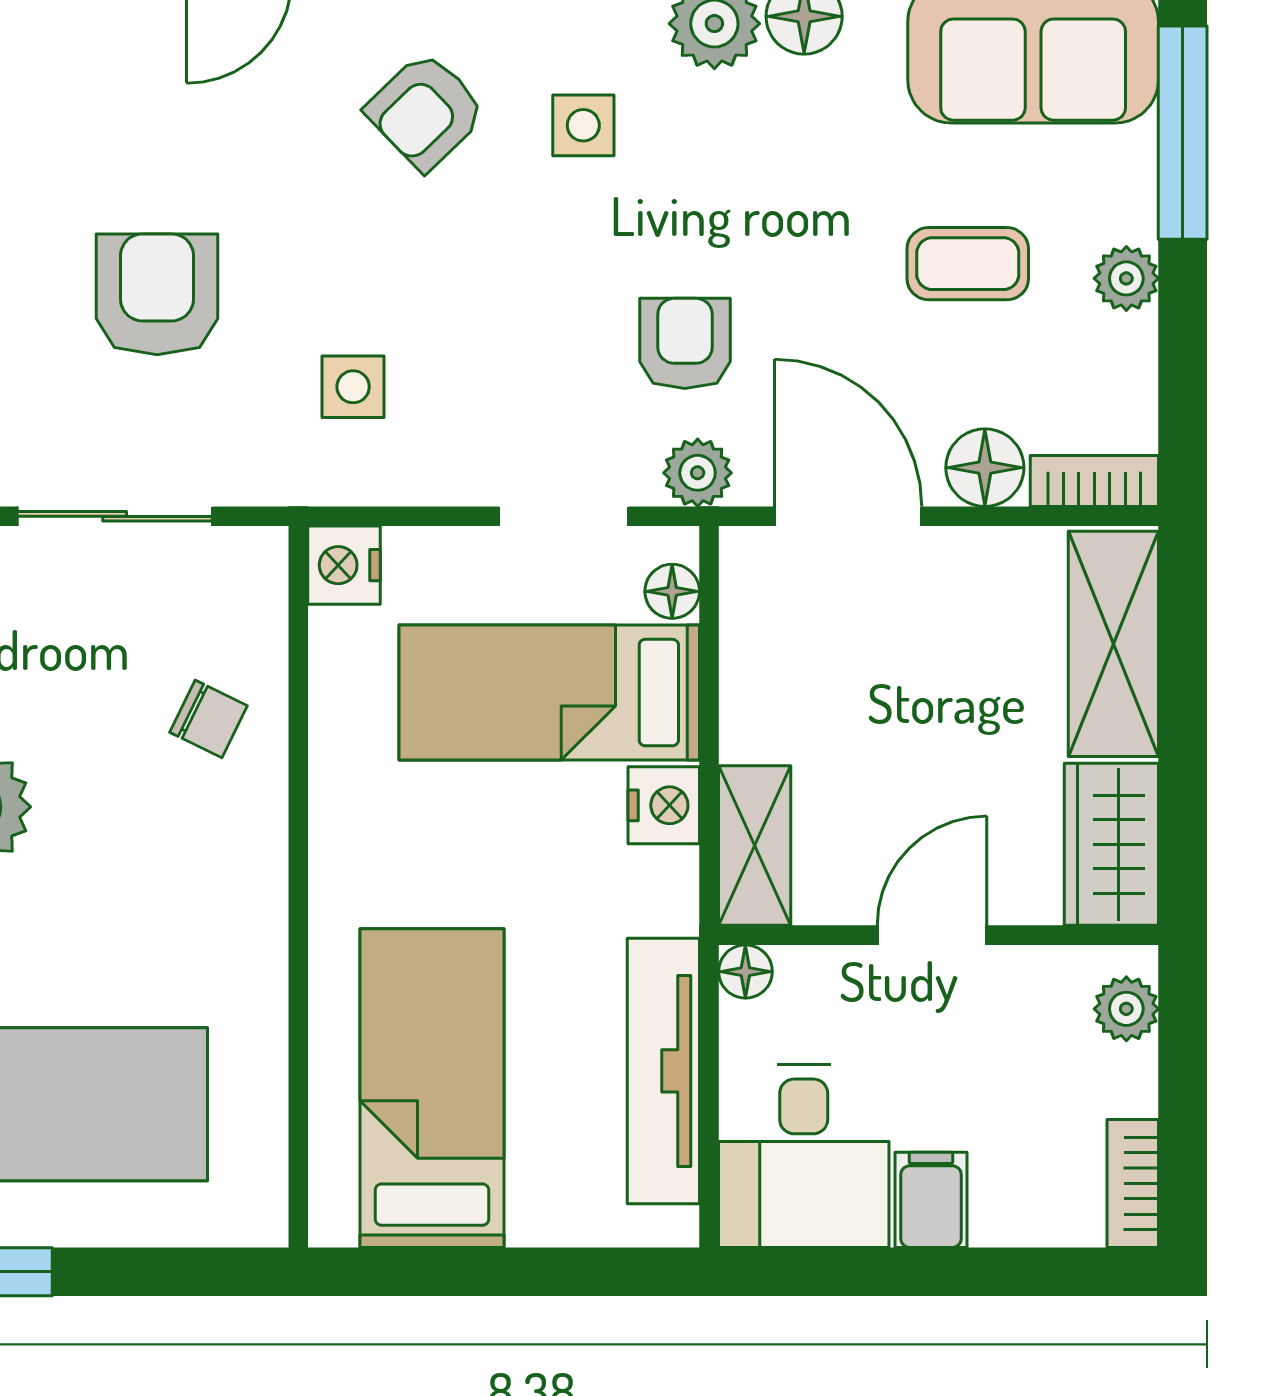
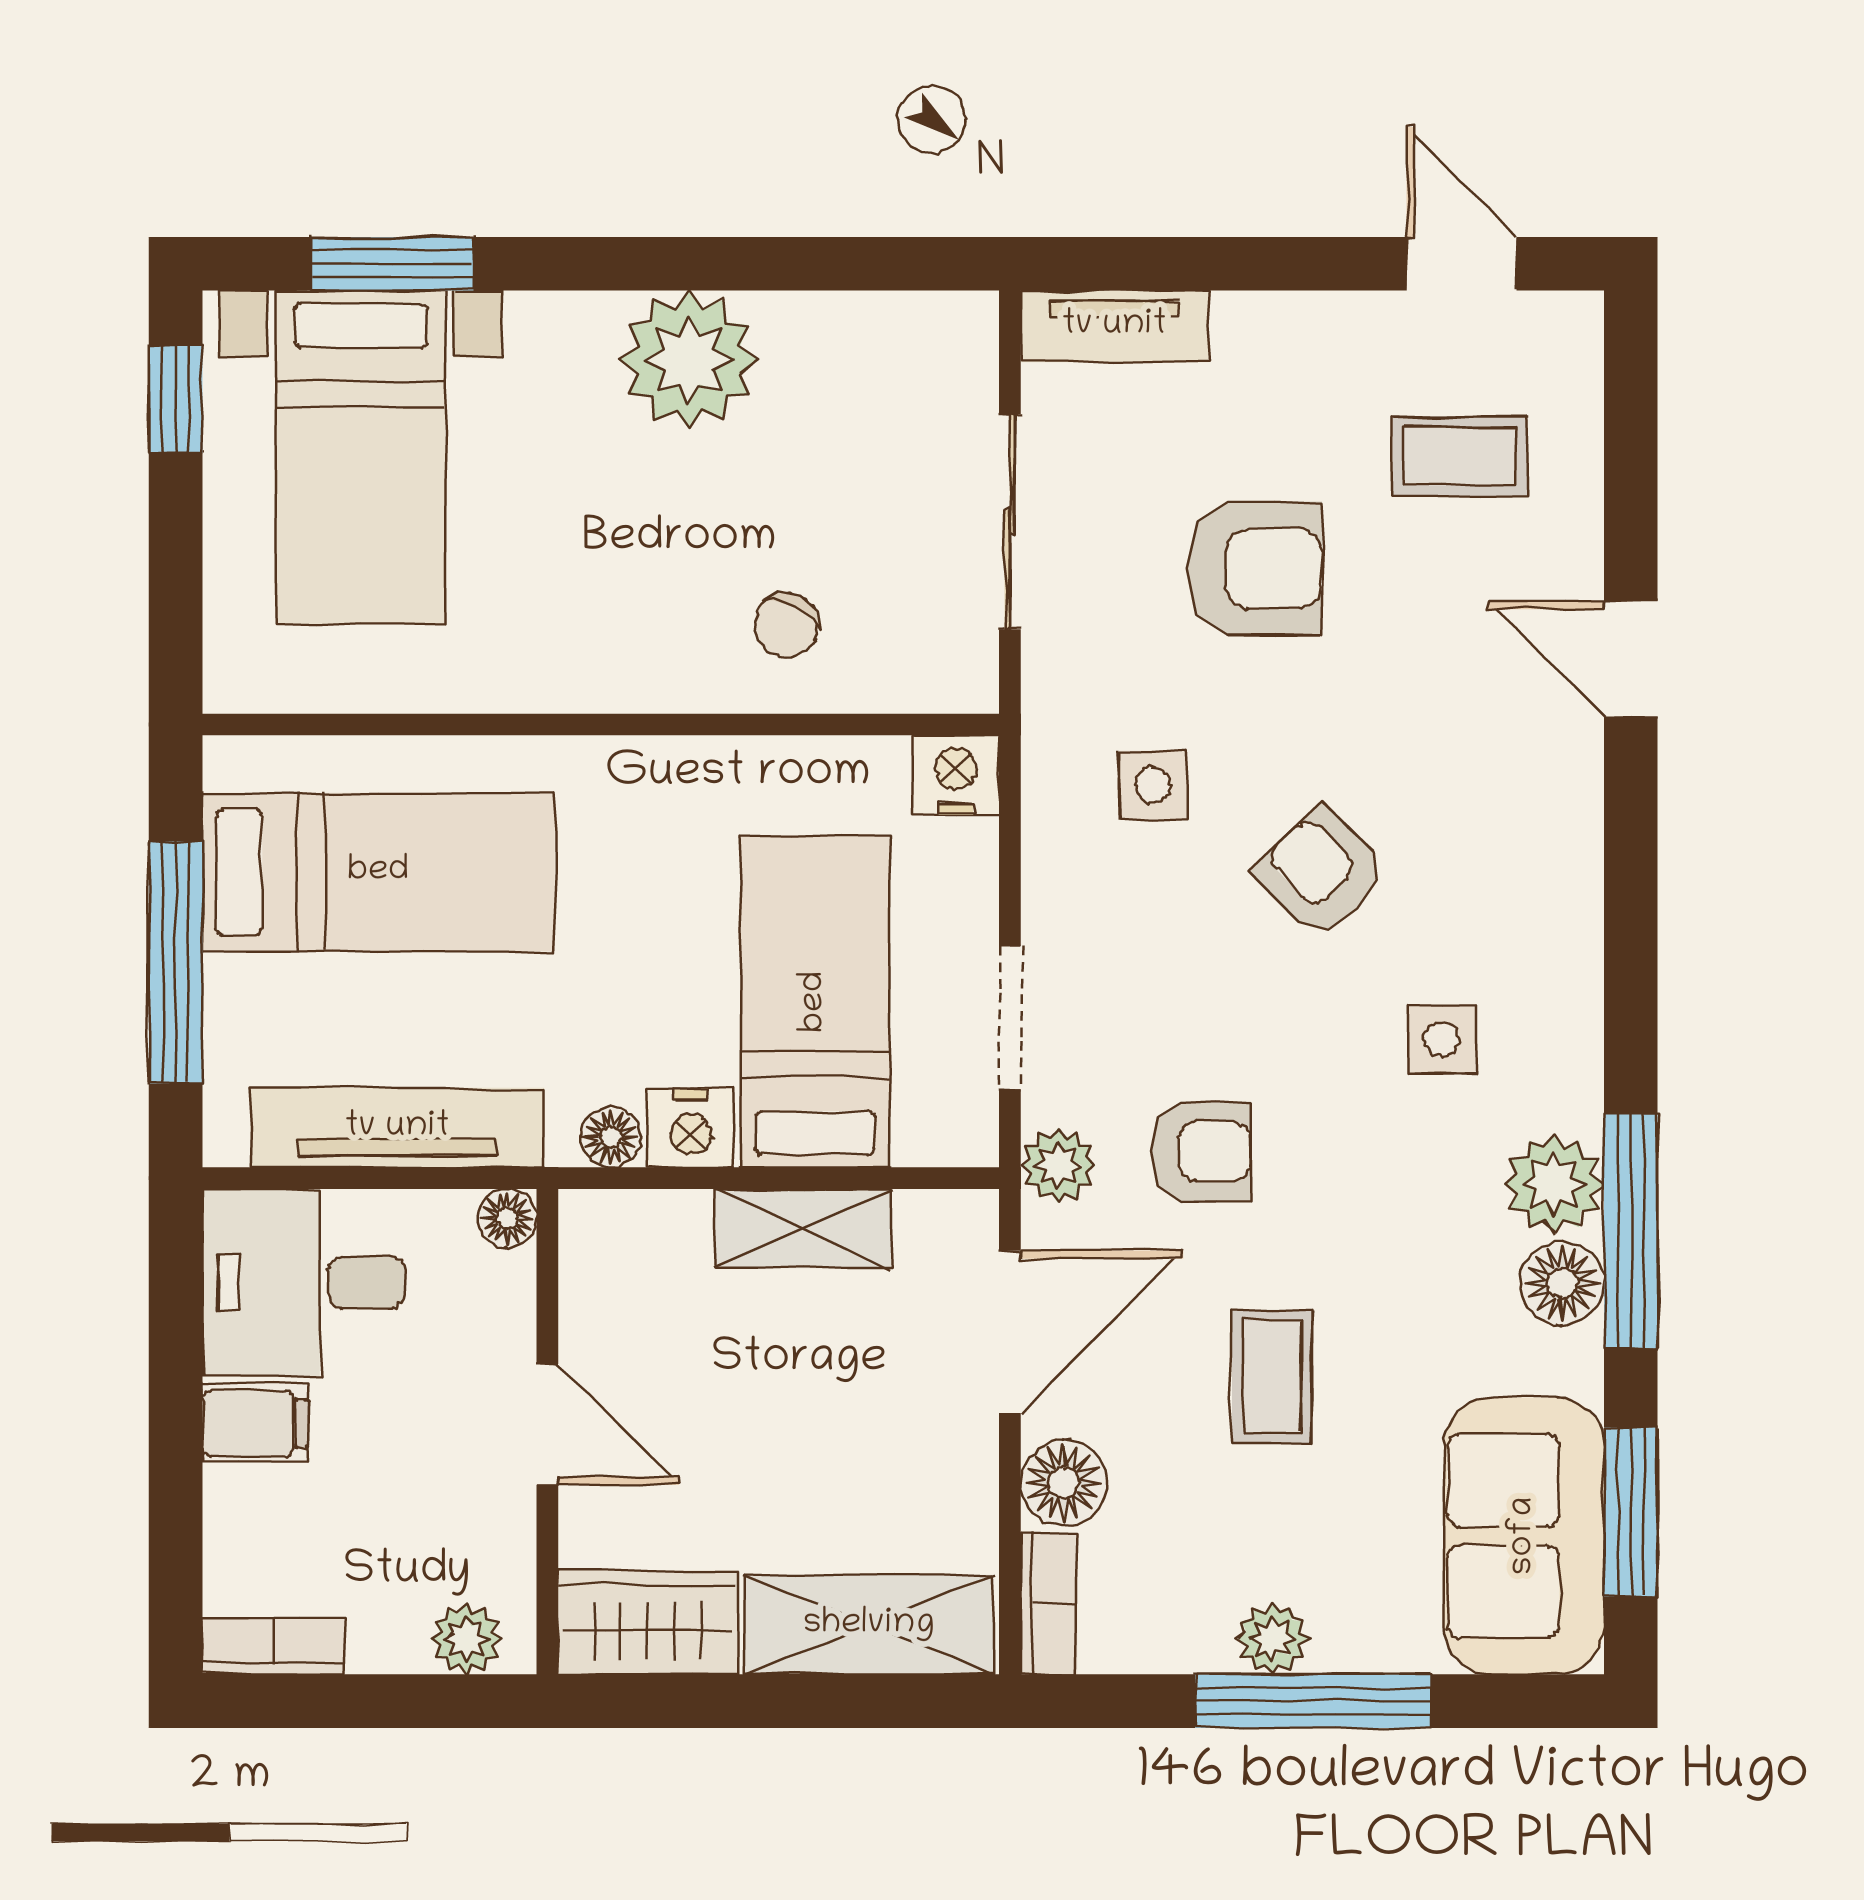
coffee table: (55, 109) -> (1460, 456), added
armchair: (426, 111) -> (1322, 872), moved
window: (1183, 133) -> (1313, 1701), moved
coffee table: (968, 264) -> (1272, 1377), moved
floor lamp: (672, 591) -> (611, 1137), moved
shelving: (755, 846) -> (803, 1228), moved
window: (514, 1272) -> (176, 962), added

